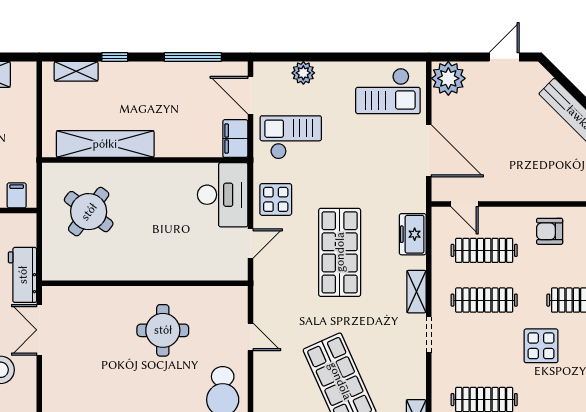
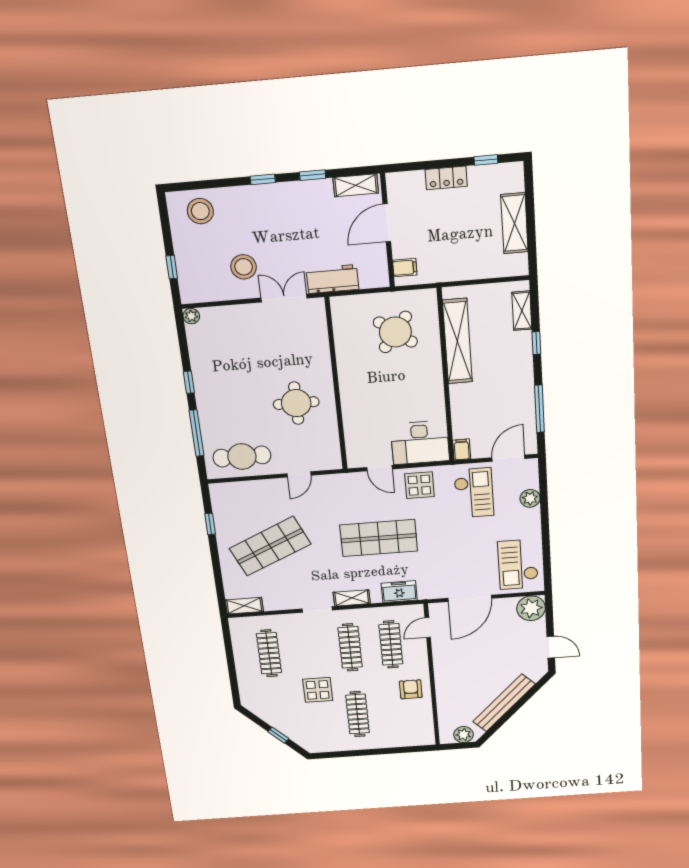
filing cabinet: (235, 139) -> (462, 450), width x0.50

